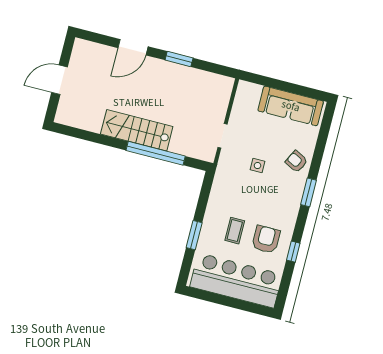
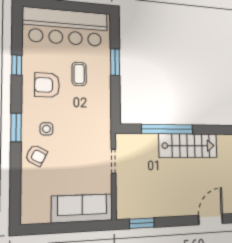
window: (179, 59) -> (142, 223), moved
sofa: (291, 106) -> (82, 208), moved
side table: (257, 166) -> (46, 129), moved
armchair: (266, 239) -> (47, 85), moved, turned 90

